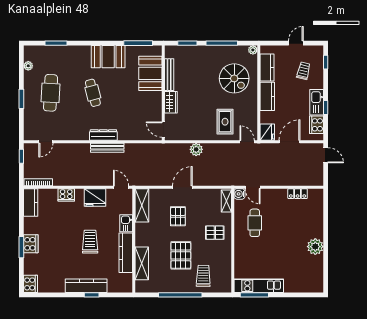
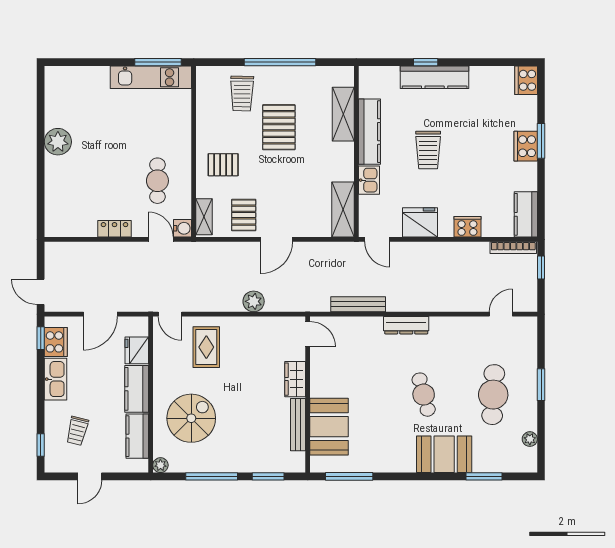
booth: (108, 57) -> (444, 454), moved
spiral stairs: (234, 78) -> (191, 418), turned 90
window: (326, 108) -> (41, 338), moved
fridge: (267, 132) -> (137, 350), moved
bench: (107, 148) -> (358, 304), moved
window: (21, 156) -> (541, 268), moved
locker: (298, 194) -> (114, 229), moved
pallet: (178, 216) -> (244, 215), moved

